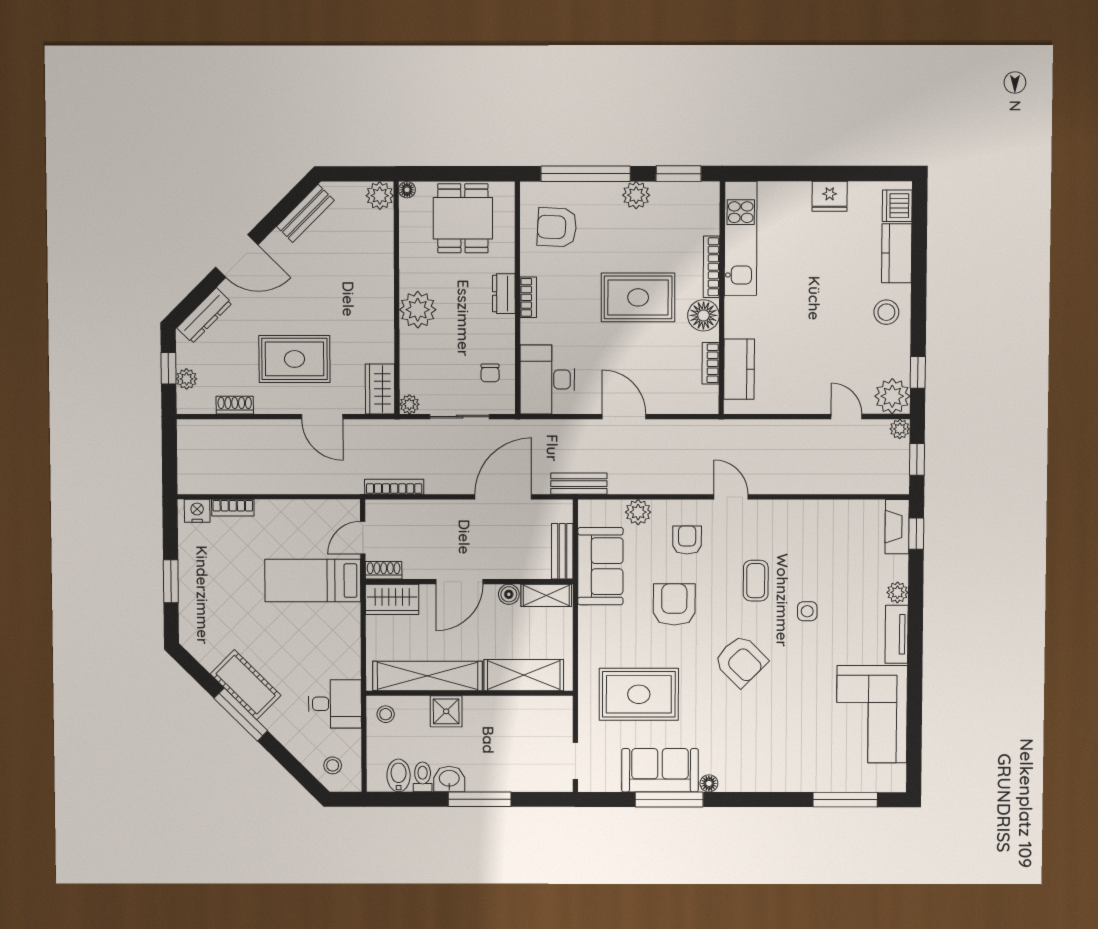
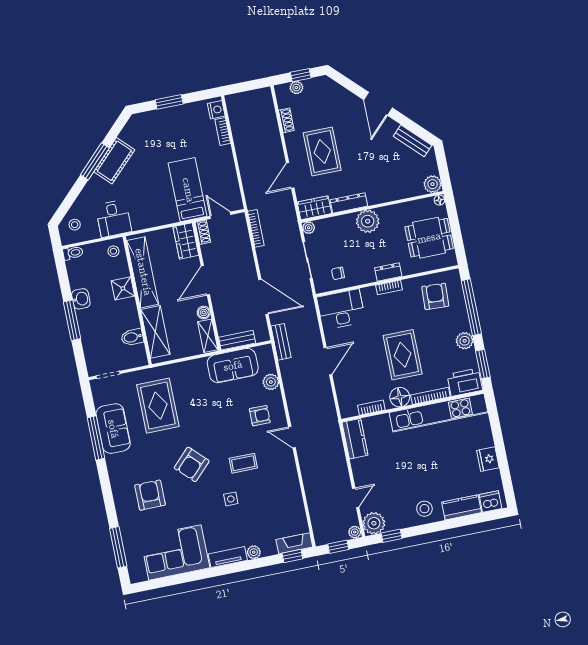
printer: (701, 208) -> (465, 382), added
kitchen unit: (741, 238) -> (439, 413), width x1.36
dresser: (204, 315) -> (349, 203), moved, turned 135
kitchen counter: (739, 369) -> (355, 439), moved, turned -90
door: (731, 497) -> (292, 437), swing flipped
door: (459, 582) -> (205, 280), hinge flipped
armchair: (674, 604) -> (150, 495), moved, turned -90
bidet: (399, 775) -> (132, 337), moved, turned 180
toilet: (423, 777) -> (73, 253), moved
floor lamp: (709, 783) -> (111, 461), removed

